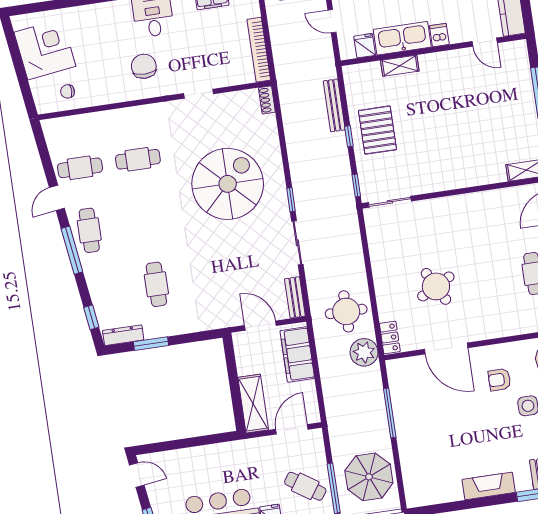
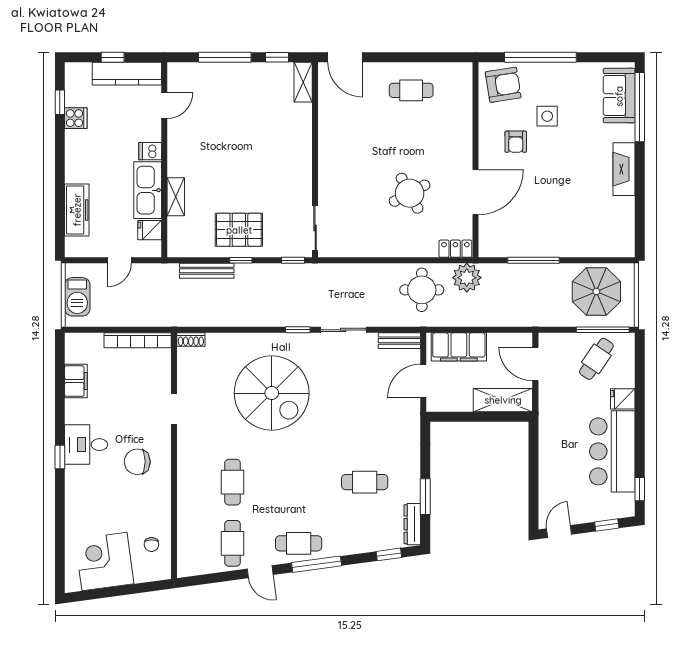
spiral stairs: (228, 184) -> (272, 393), turned 180

